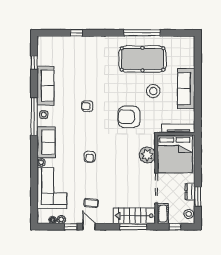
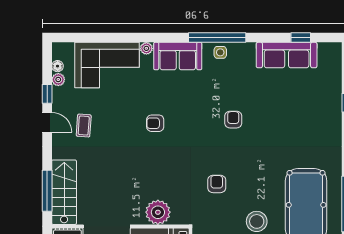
sofa: (45, 86) -> (287, 55), moved
armchair: (129, 117) -> (217, 184), width x0.53, depth x0.53
door: (89, 227) -> (47, 122), hinge flipped

